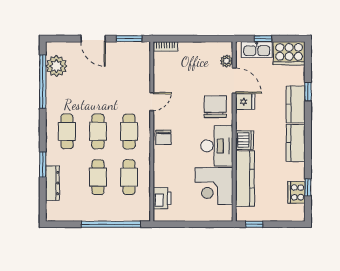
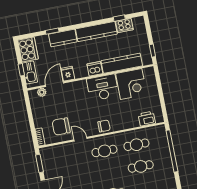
chair: (215, 107) -> (61, 127), moved
cafe table: (98, 131) -> (109, 173), removed
kitchen counter: (296, 143) -> (96, 31), width x1.50

